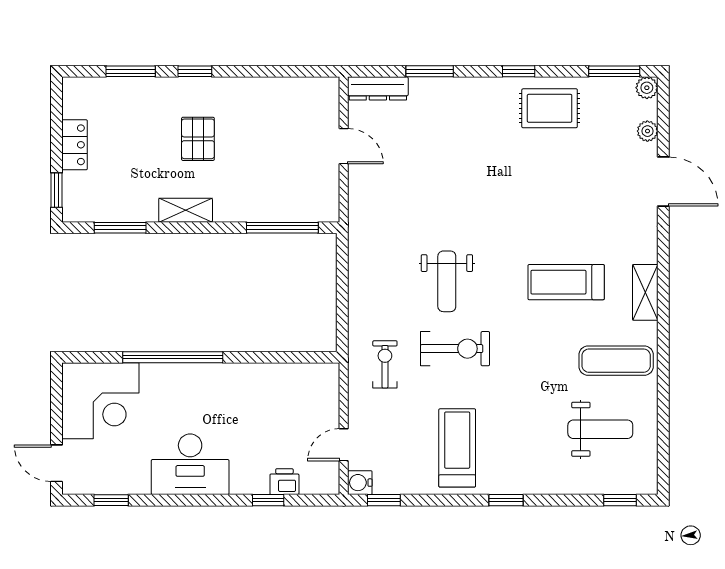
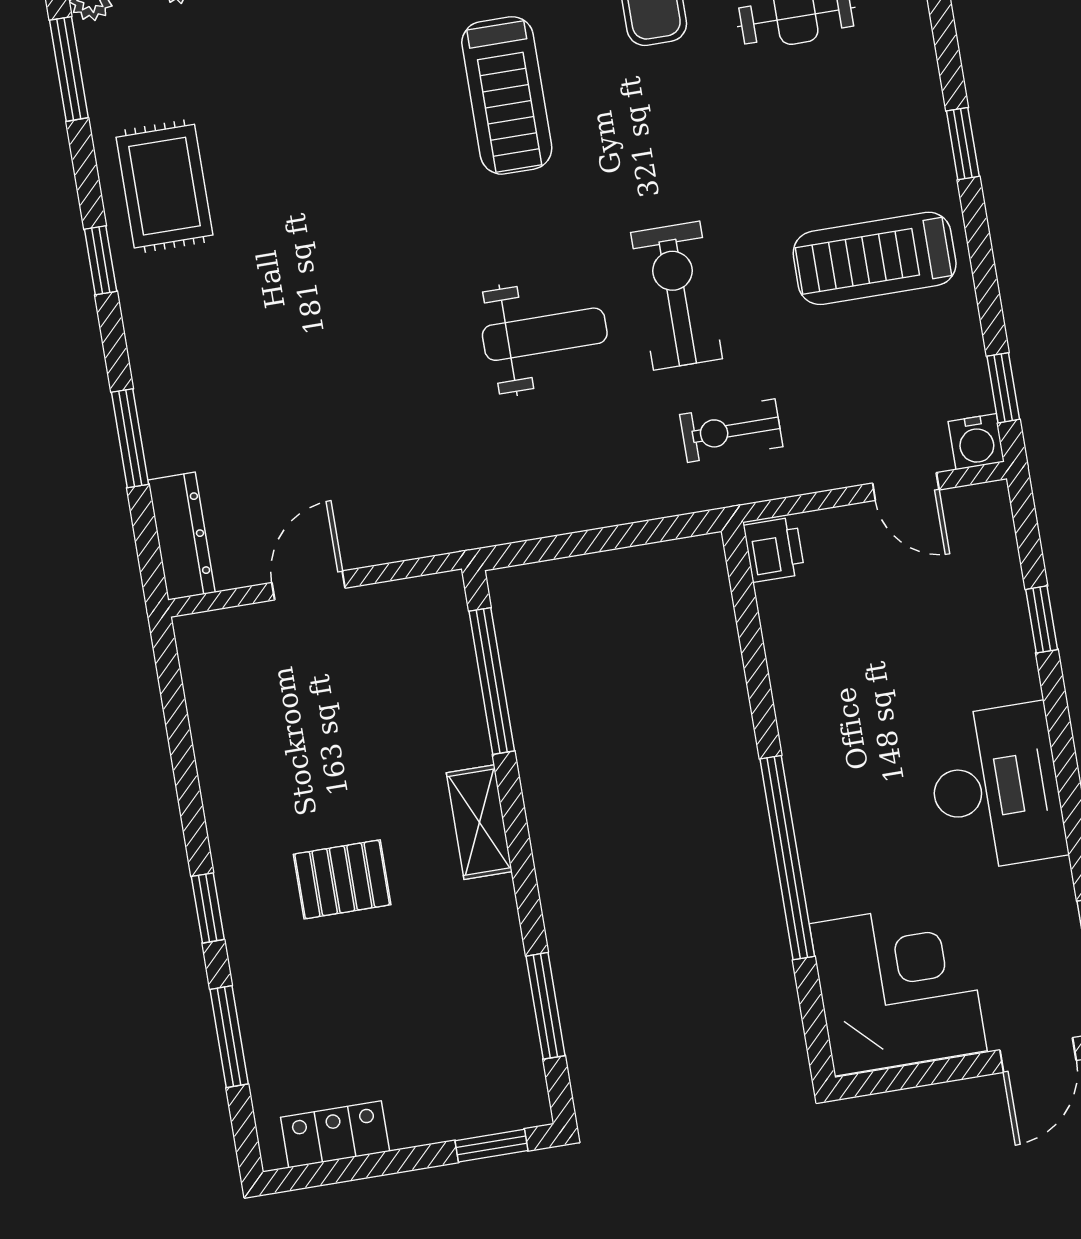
locker: (75, 145) -> (335, 1134), moved
shelving: (186, 210) -> (479, 822), moved
printer: (284, 482) -> (774, 550), moved, turned 180

